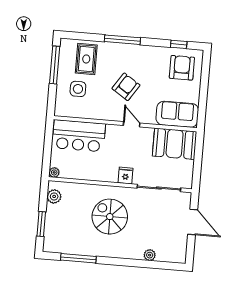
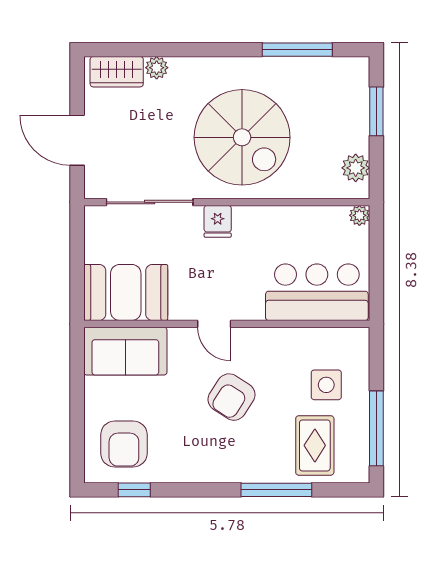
window: (122, 40) -> (276, 490), moved
spiral stairs: (110, 217) -> (242, 137), width x1.37, depth x1.37
wardrobe: (170, 255) -> (117, 72), added

